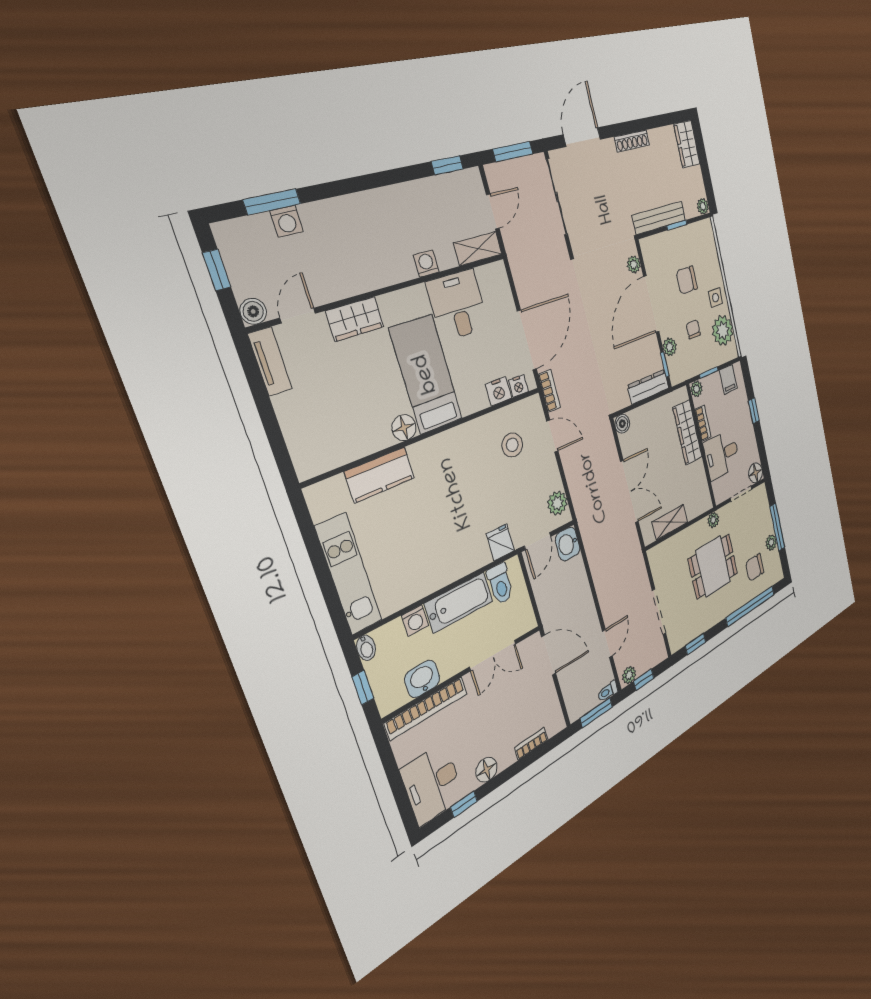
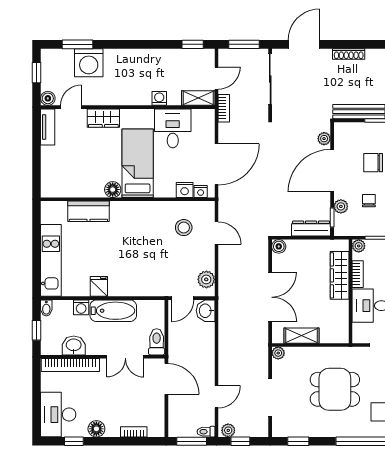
washing machine: (287, 221) -> (89, 63), width x1.89, depth x1.89
bookcase: (549, 391) -> (224, 108), moved
plant: (713, 520) -> (278, 353), moved
fridge: (500, 542) -> (99, 286), moved
toilet: (500, 584) -> (157, 342), moved, turned 180

